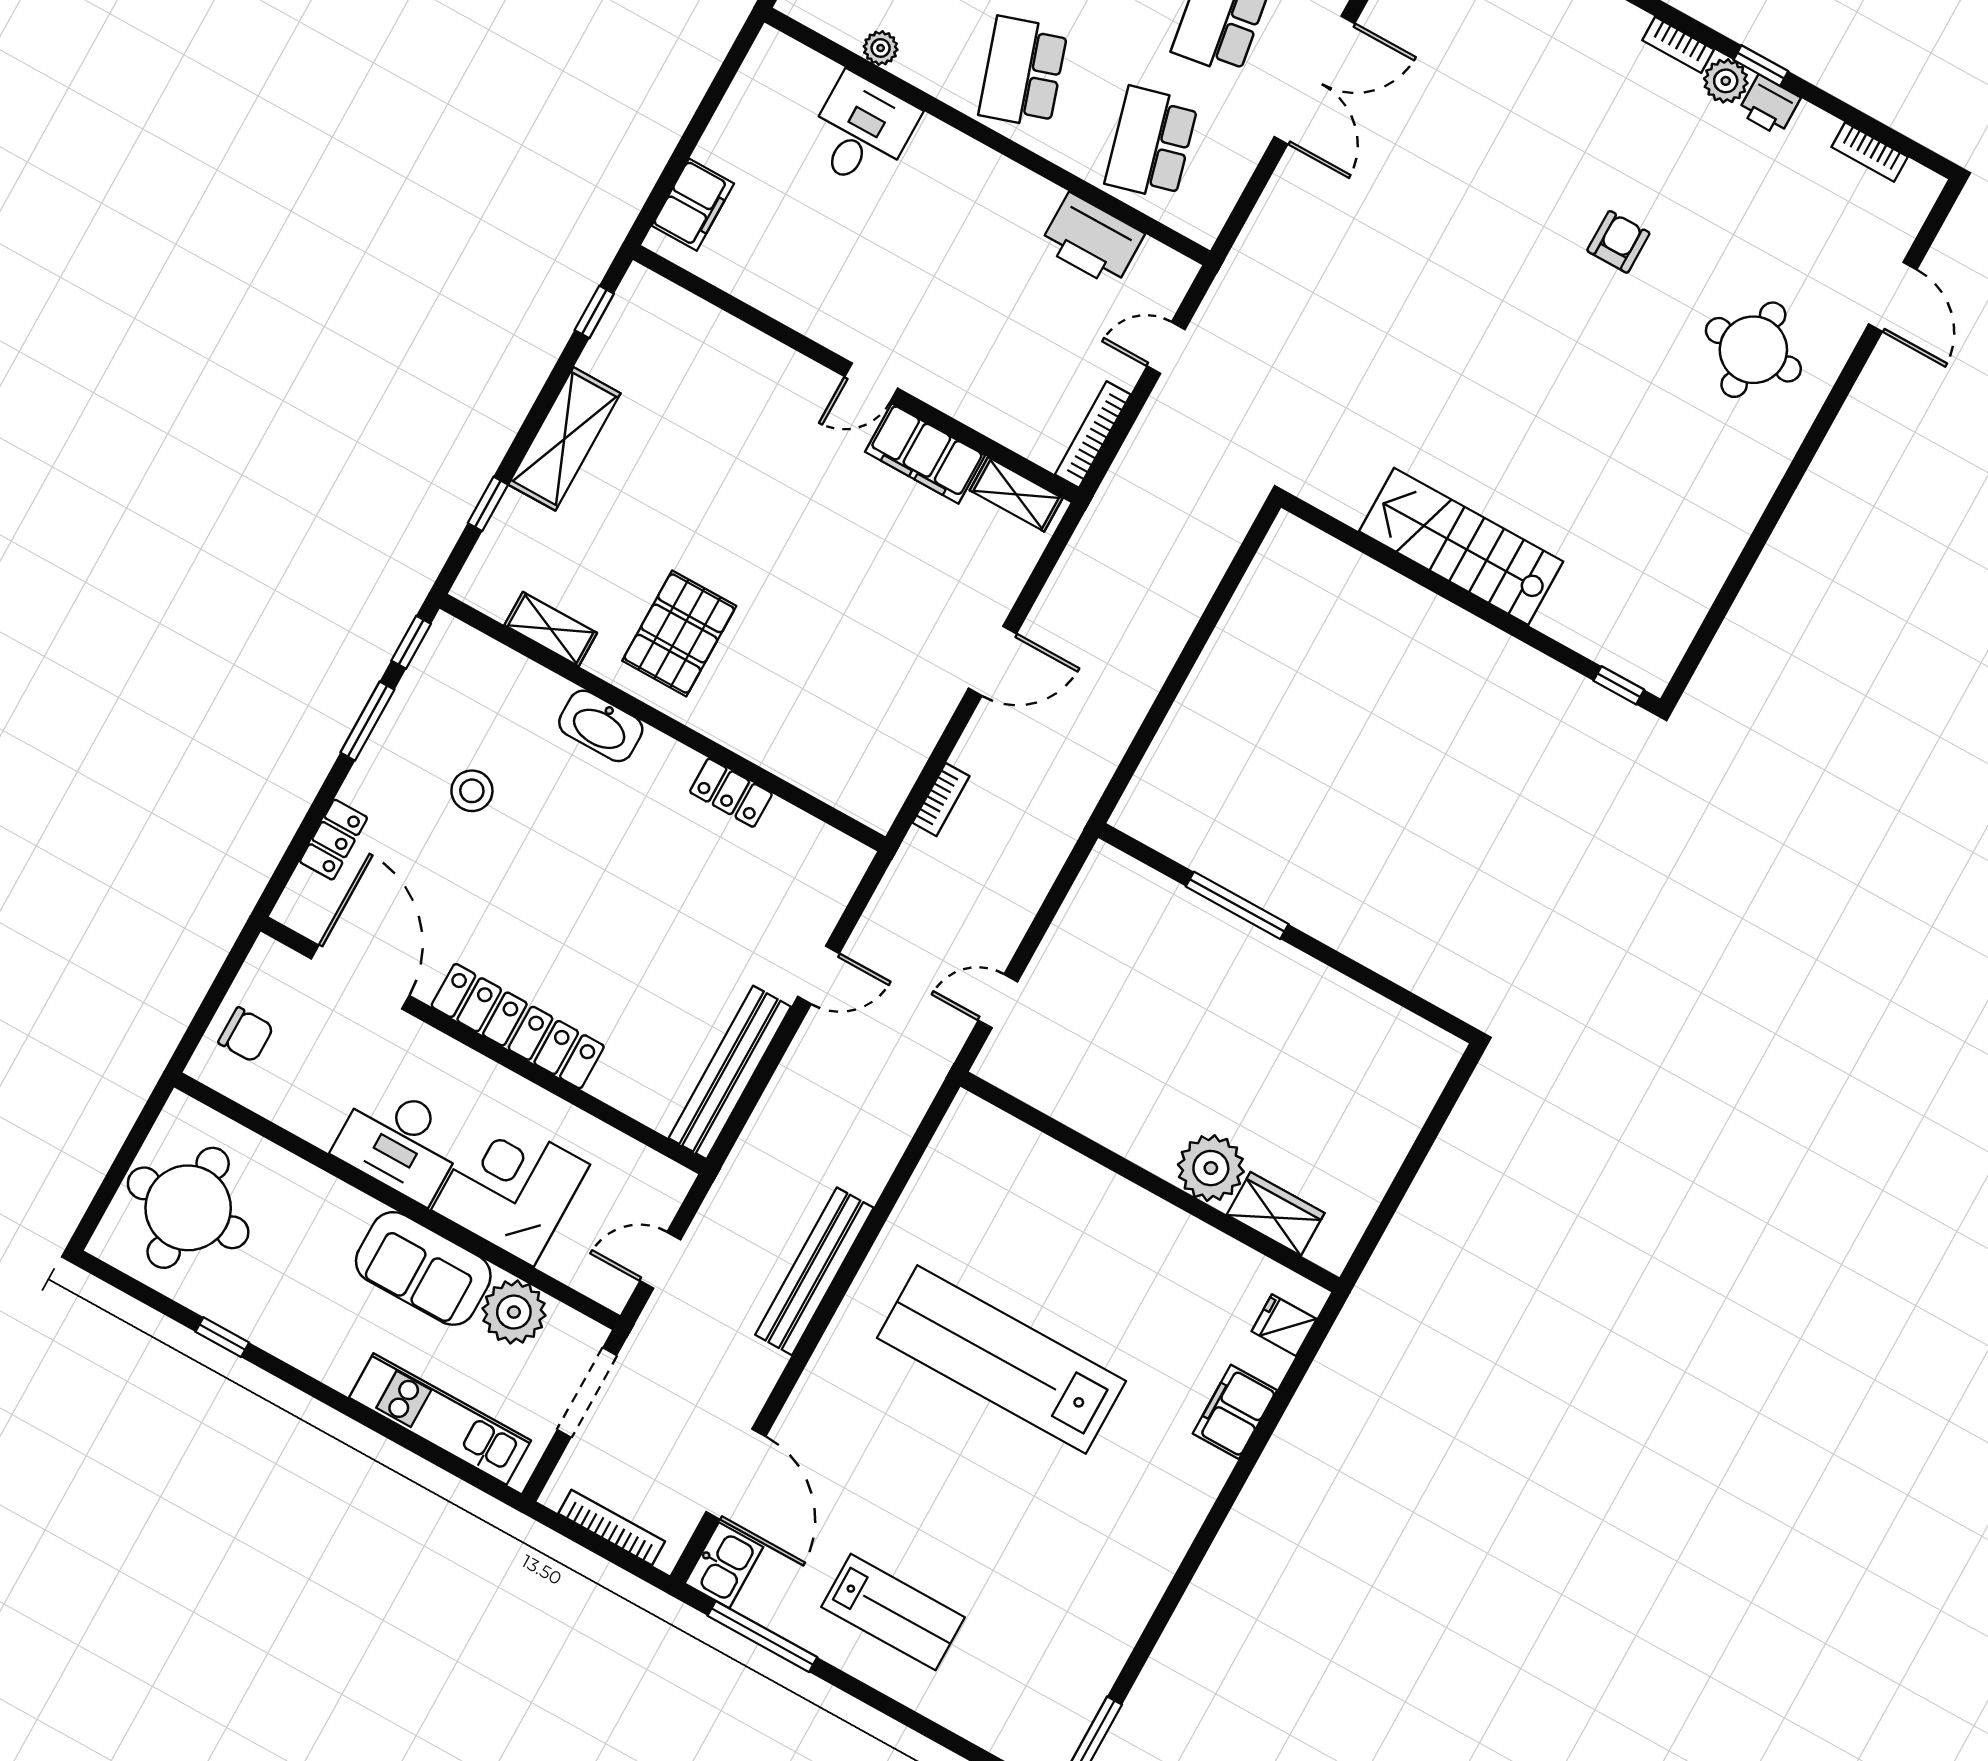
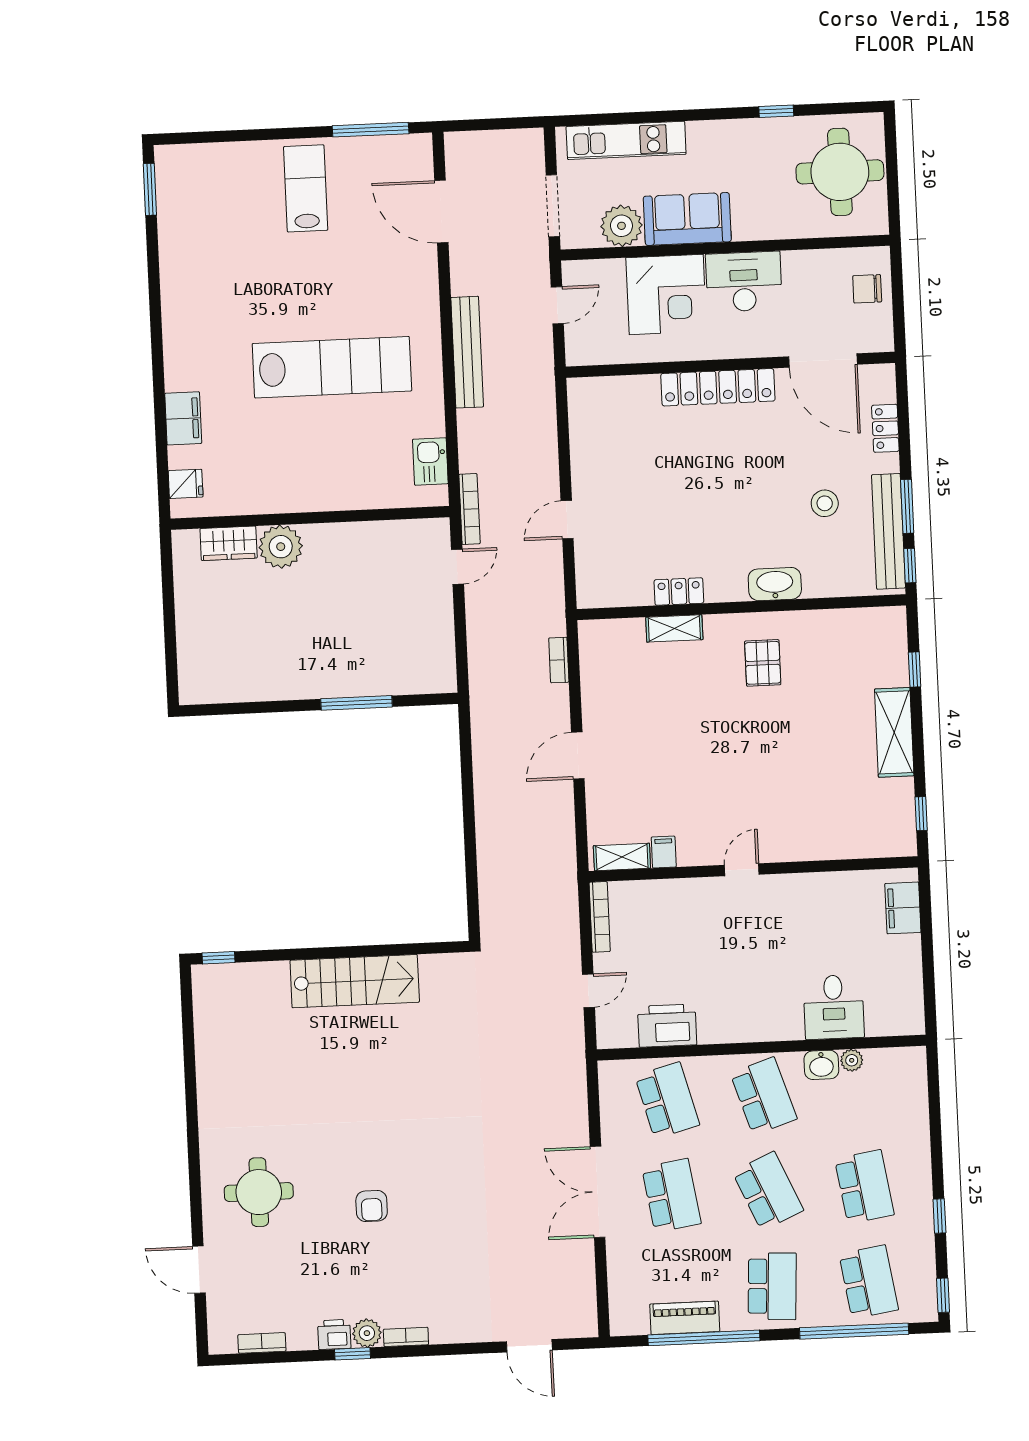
washbasin: (924, 66) -> (821, 1065), added
filing cabinet: (925, 454) -> (664, 852), width x0.33, depth x0.86
shelving: (551, 629) -> (674, 628), moved
pallet: (679, 633) -> (763, 663), width x0.67, depth x0.71
bench: (730, 1072) -> (888, 531), moved
bookcase: (612, 1528) -> (469, 509), moved, turned -90
kitchen sink: (724, 1565) -> (430, 461), moved
lab bench: (893, 1612) -> (306, 188), turned 90

